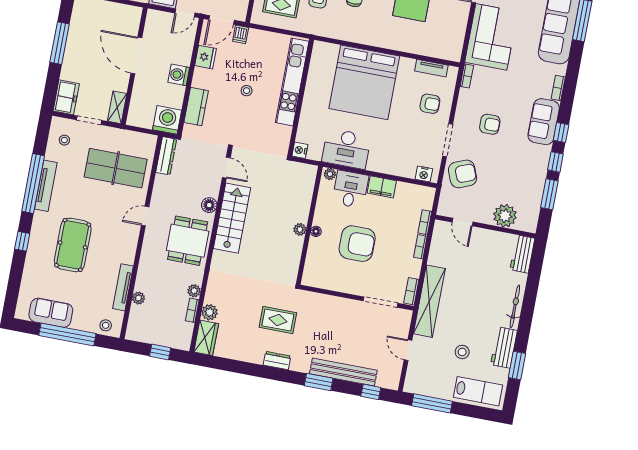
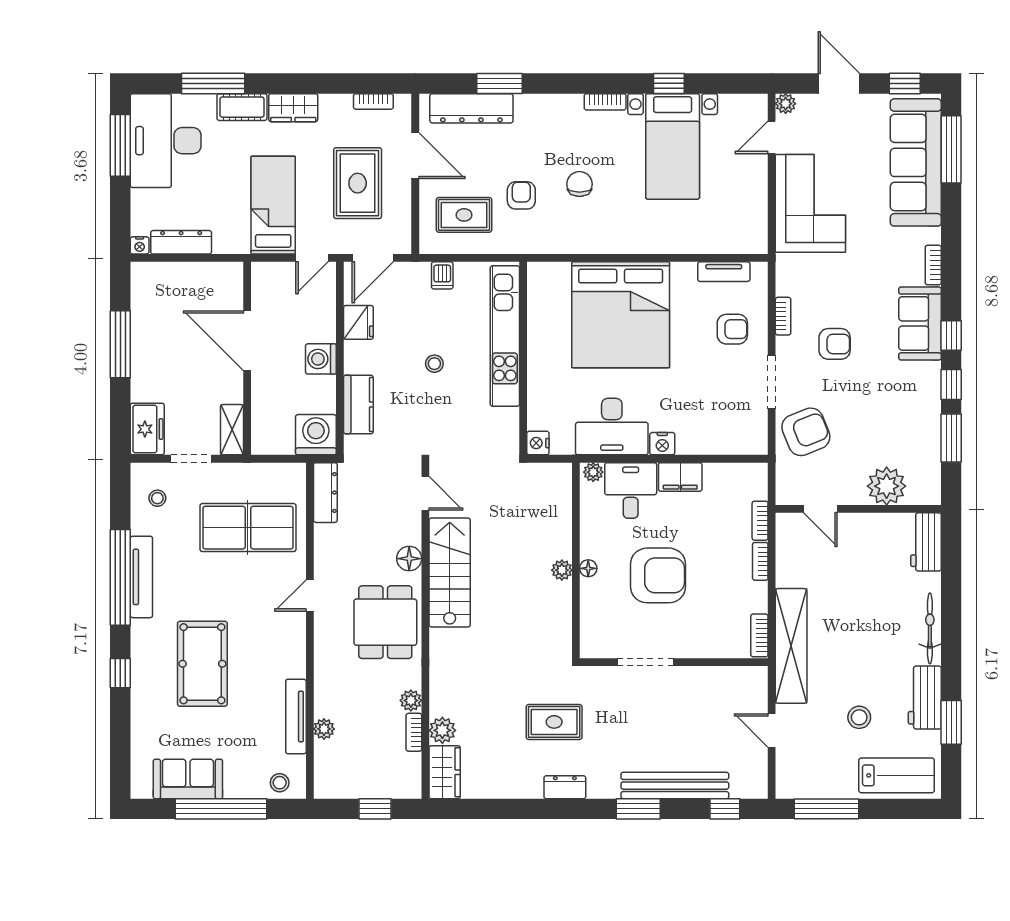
dishwasher: (241, 34) -> (442, 275), moved
bookcase: (467, 76) -> (783, 316), moved
nightstand: (424, 174) -> (662, 444), moved
doorway: (380, 302) -> (646, 662), moved

